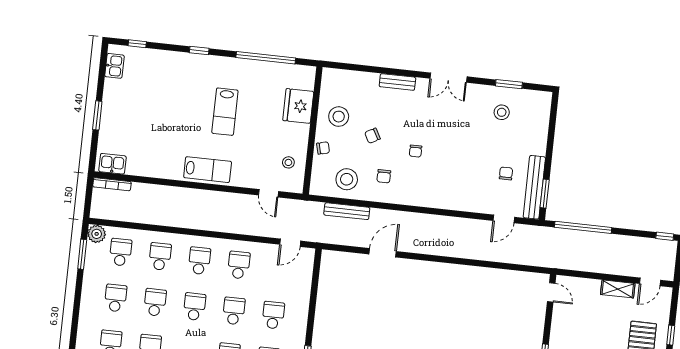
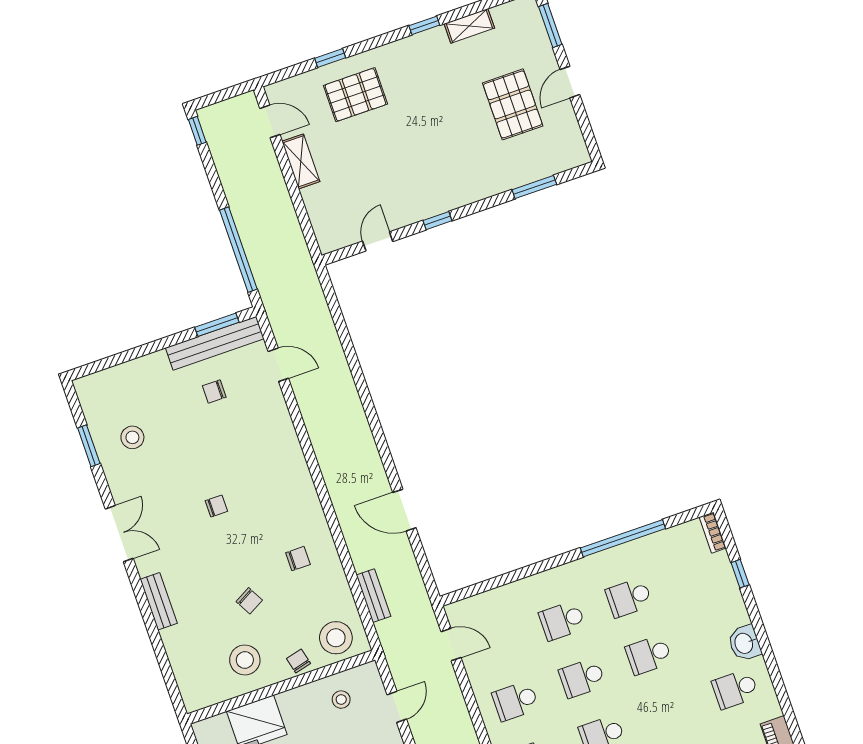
chair: (416, 151) -> (216, 506), moved
stool: (347, 179) -> (336, 638), moved
bench: (347, 211) -> (373, 596), width x0.73
door: (551, 292) -> (378, 241), moved

